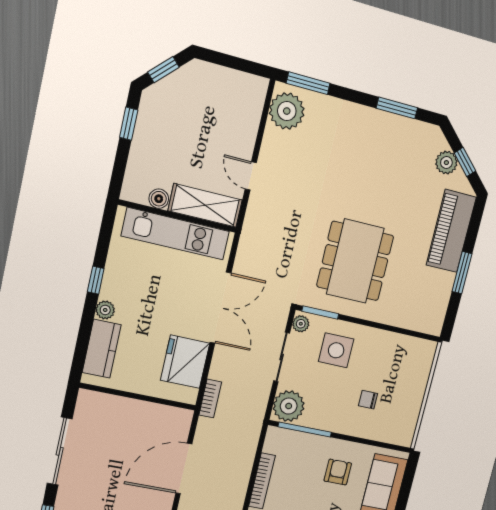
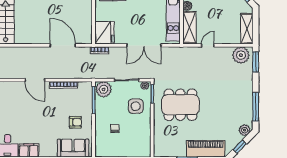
shelving: (235, 83) -> (247, 29), added
window: (397, 108) -> (256, 107), width x1.44
plant: (446, 163) -> (245, 130), moved
fridge: (185, 362) -> (104, 33), moved, turned 90

